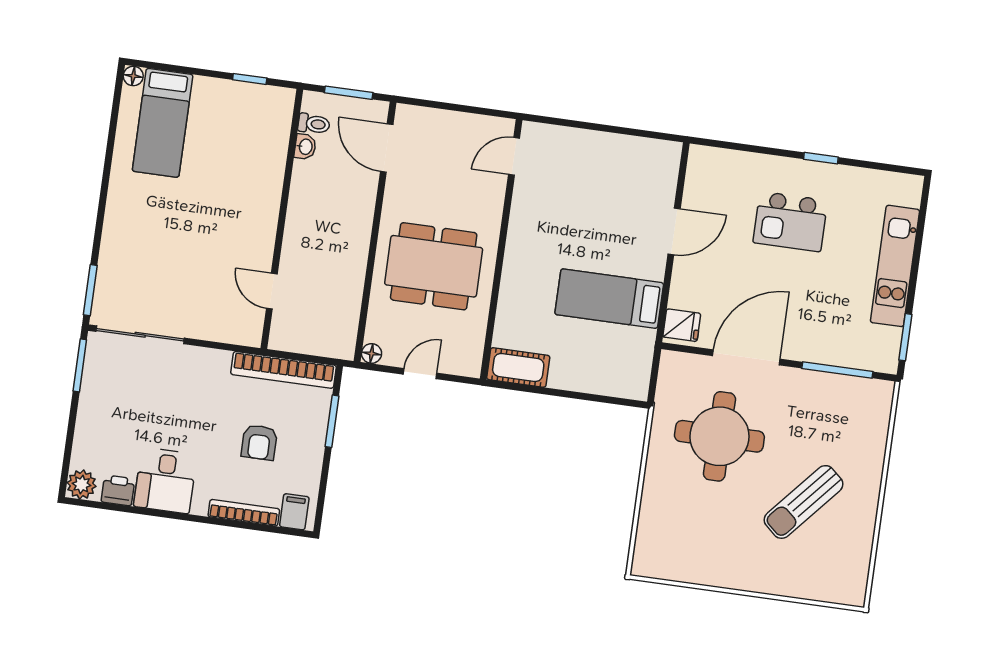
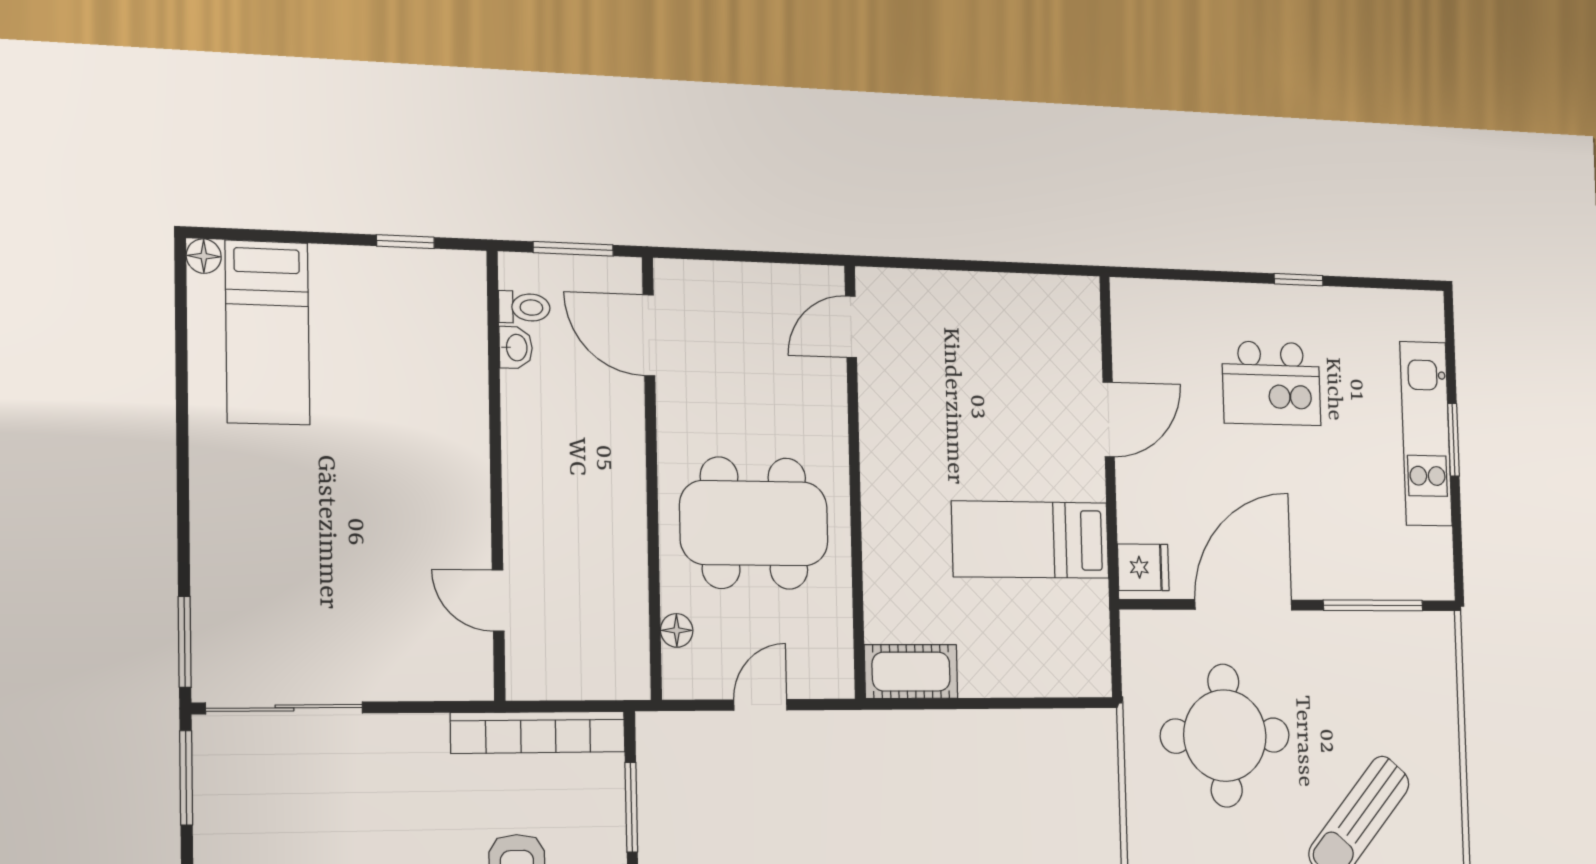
window: (905, 337) -> (1453, 440), moved
floor lamp: (372, 353) -> (677, 630), moved

